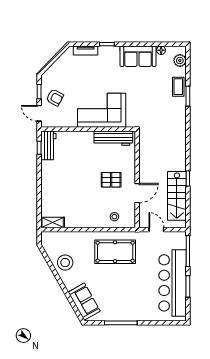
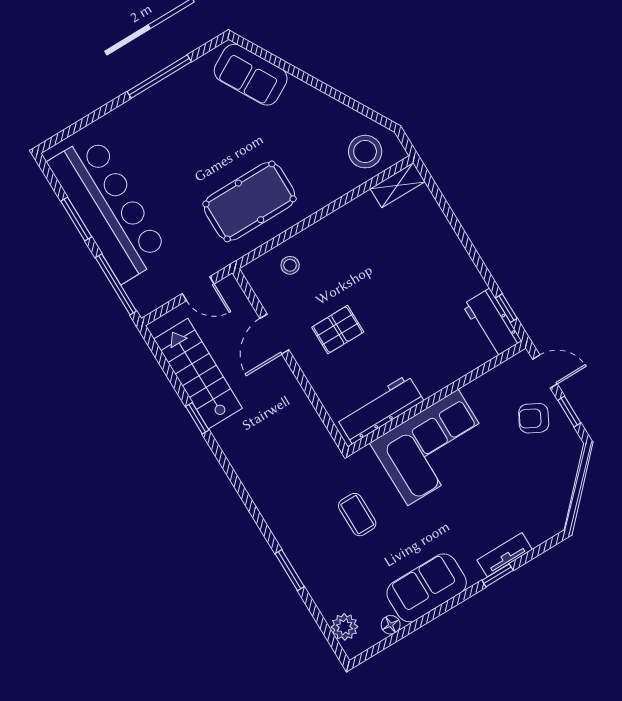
tv unit: (86, 51) -> (505, 555), moved
coffee table: (178, 87) -> (357, 515), moved
stool: (65, 263) -> (365, 152), moved

